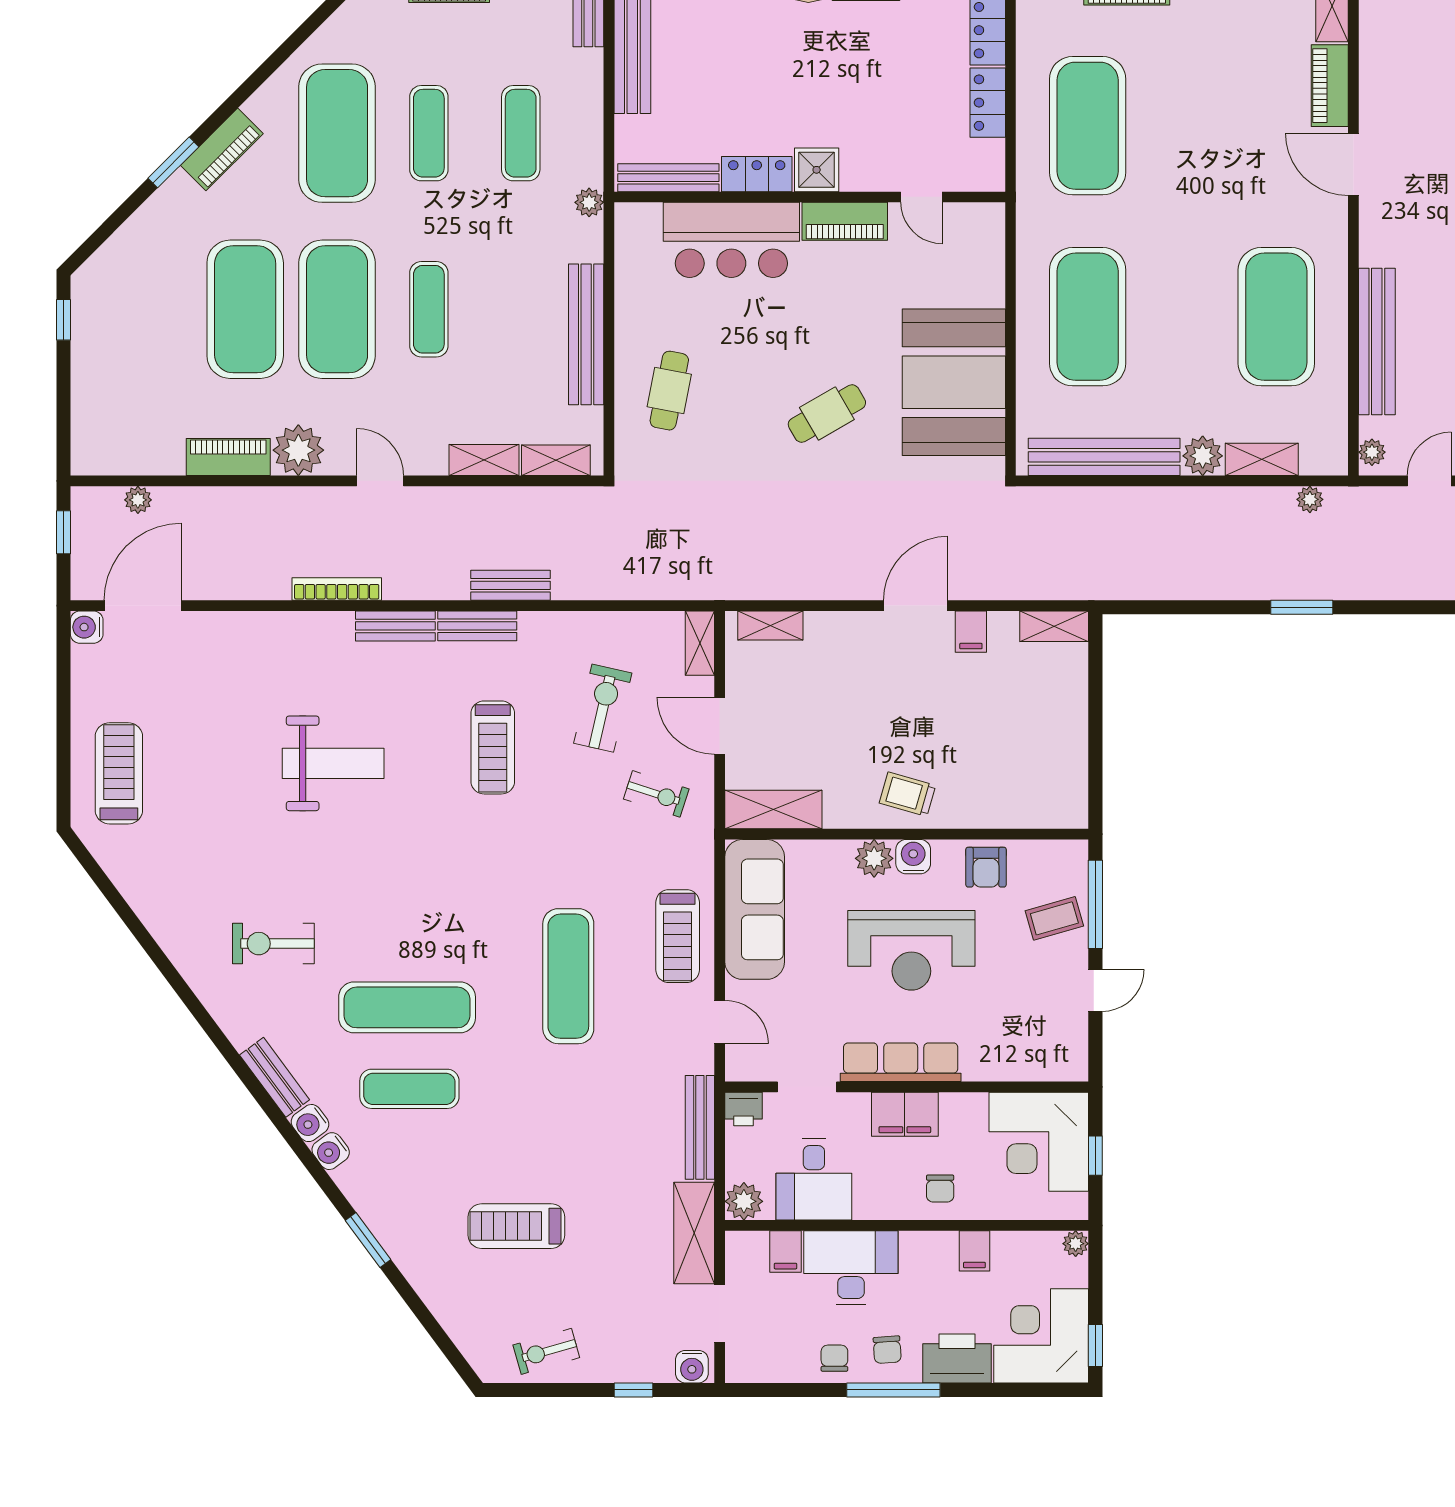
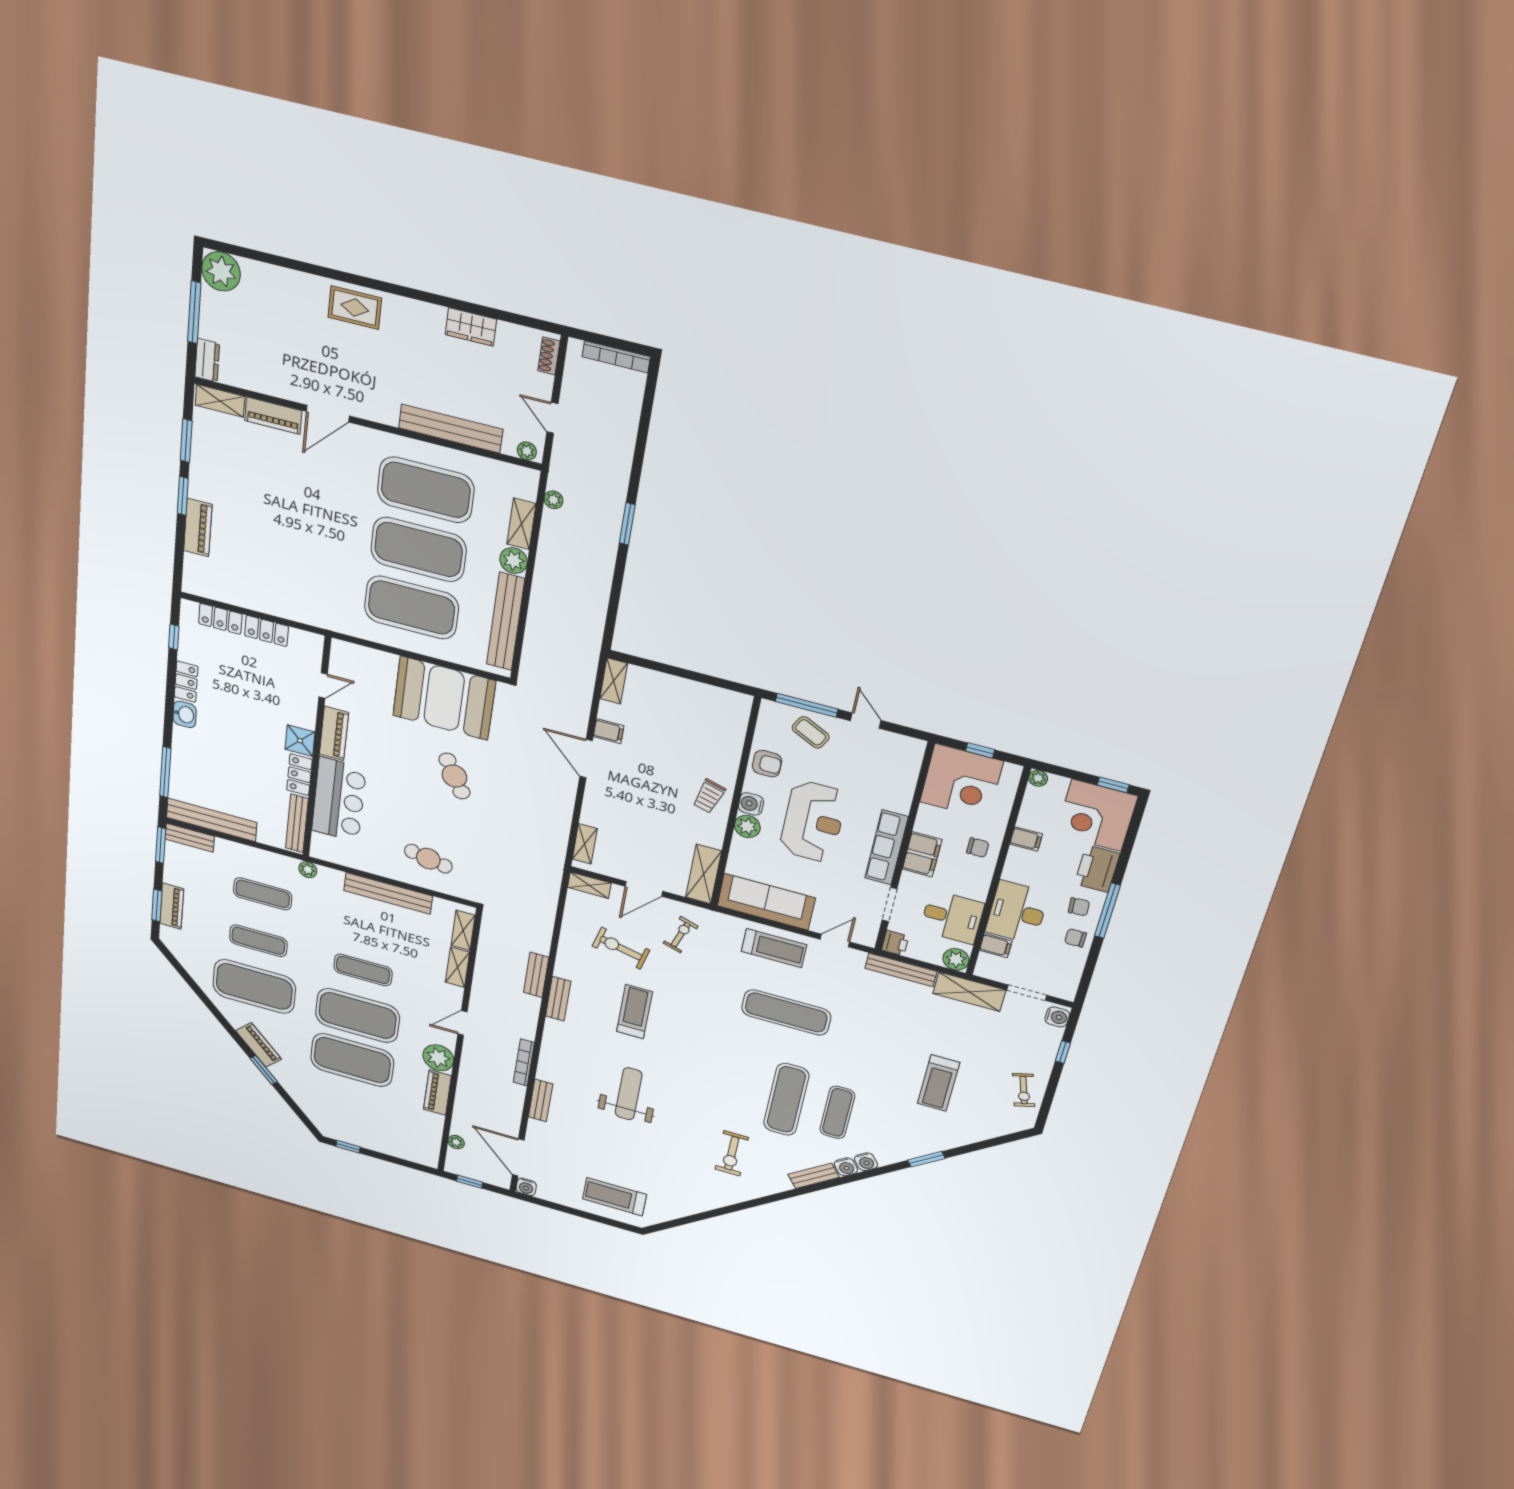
exercise mat: (1088, 126) -> (418, 549), moved
bench: (395, 626) -> (541, 1100), moved
treadmill: (493, 747) -> (634, 1012), turned -90
coffee table: (1054, 918) -> (811, 732), turned -47

